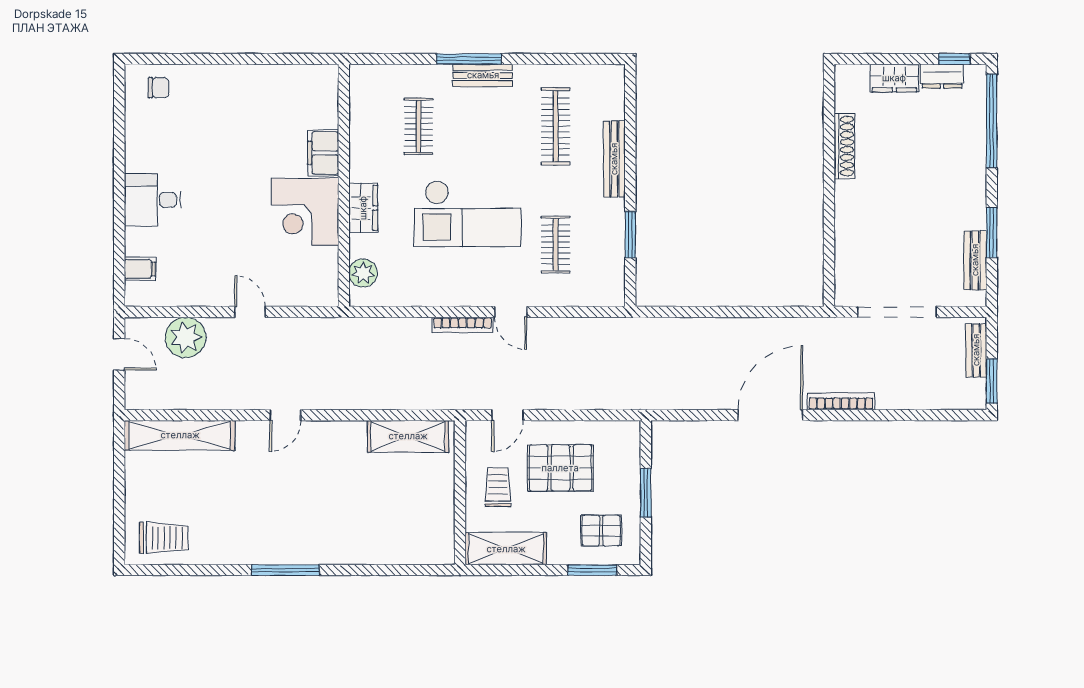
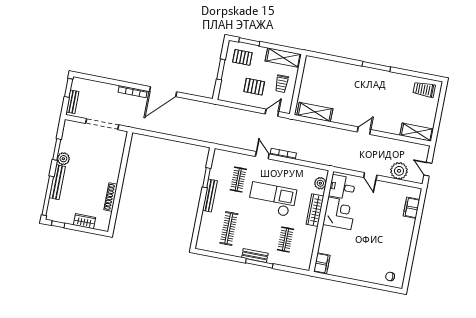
dresser: (942, 76) -> (65, 218), removed
filing cabinet: (323, 153) -> (322, 263), moved
bench: (614, 159) -> (210, 196), moved
desk: (153, 200) -> (342, 187), moved, turned 180
wardrobe: (363, 208) -> (315, 210), width x1.50
plant: (972, 214) -> (63, 159), added
bench: (975, 260) -> (57, 182), moved, width x1.36
filing cabinet: (140, 269) -> (411, 208), width x2.00
shelving: (180, 435) -> (417, 132), width x0.68
pallet: (560, 468) -> (254, 87), width x0.67, depth x0.71

